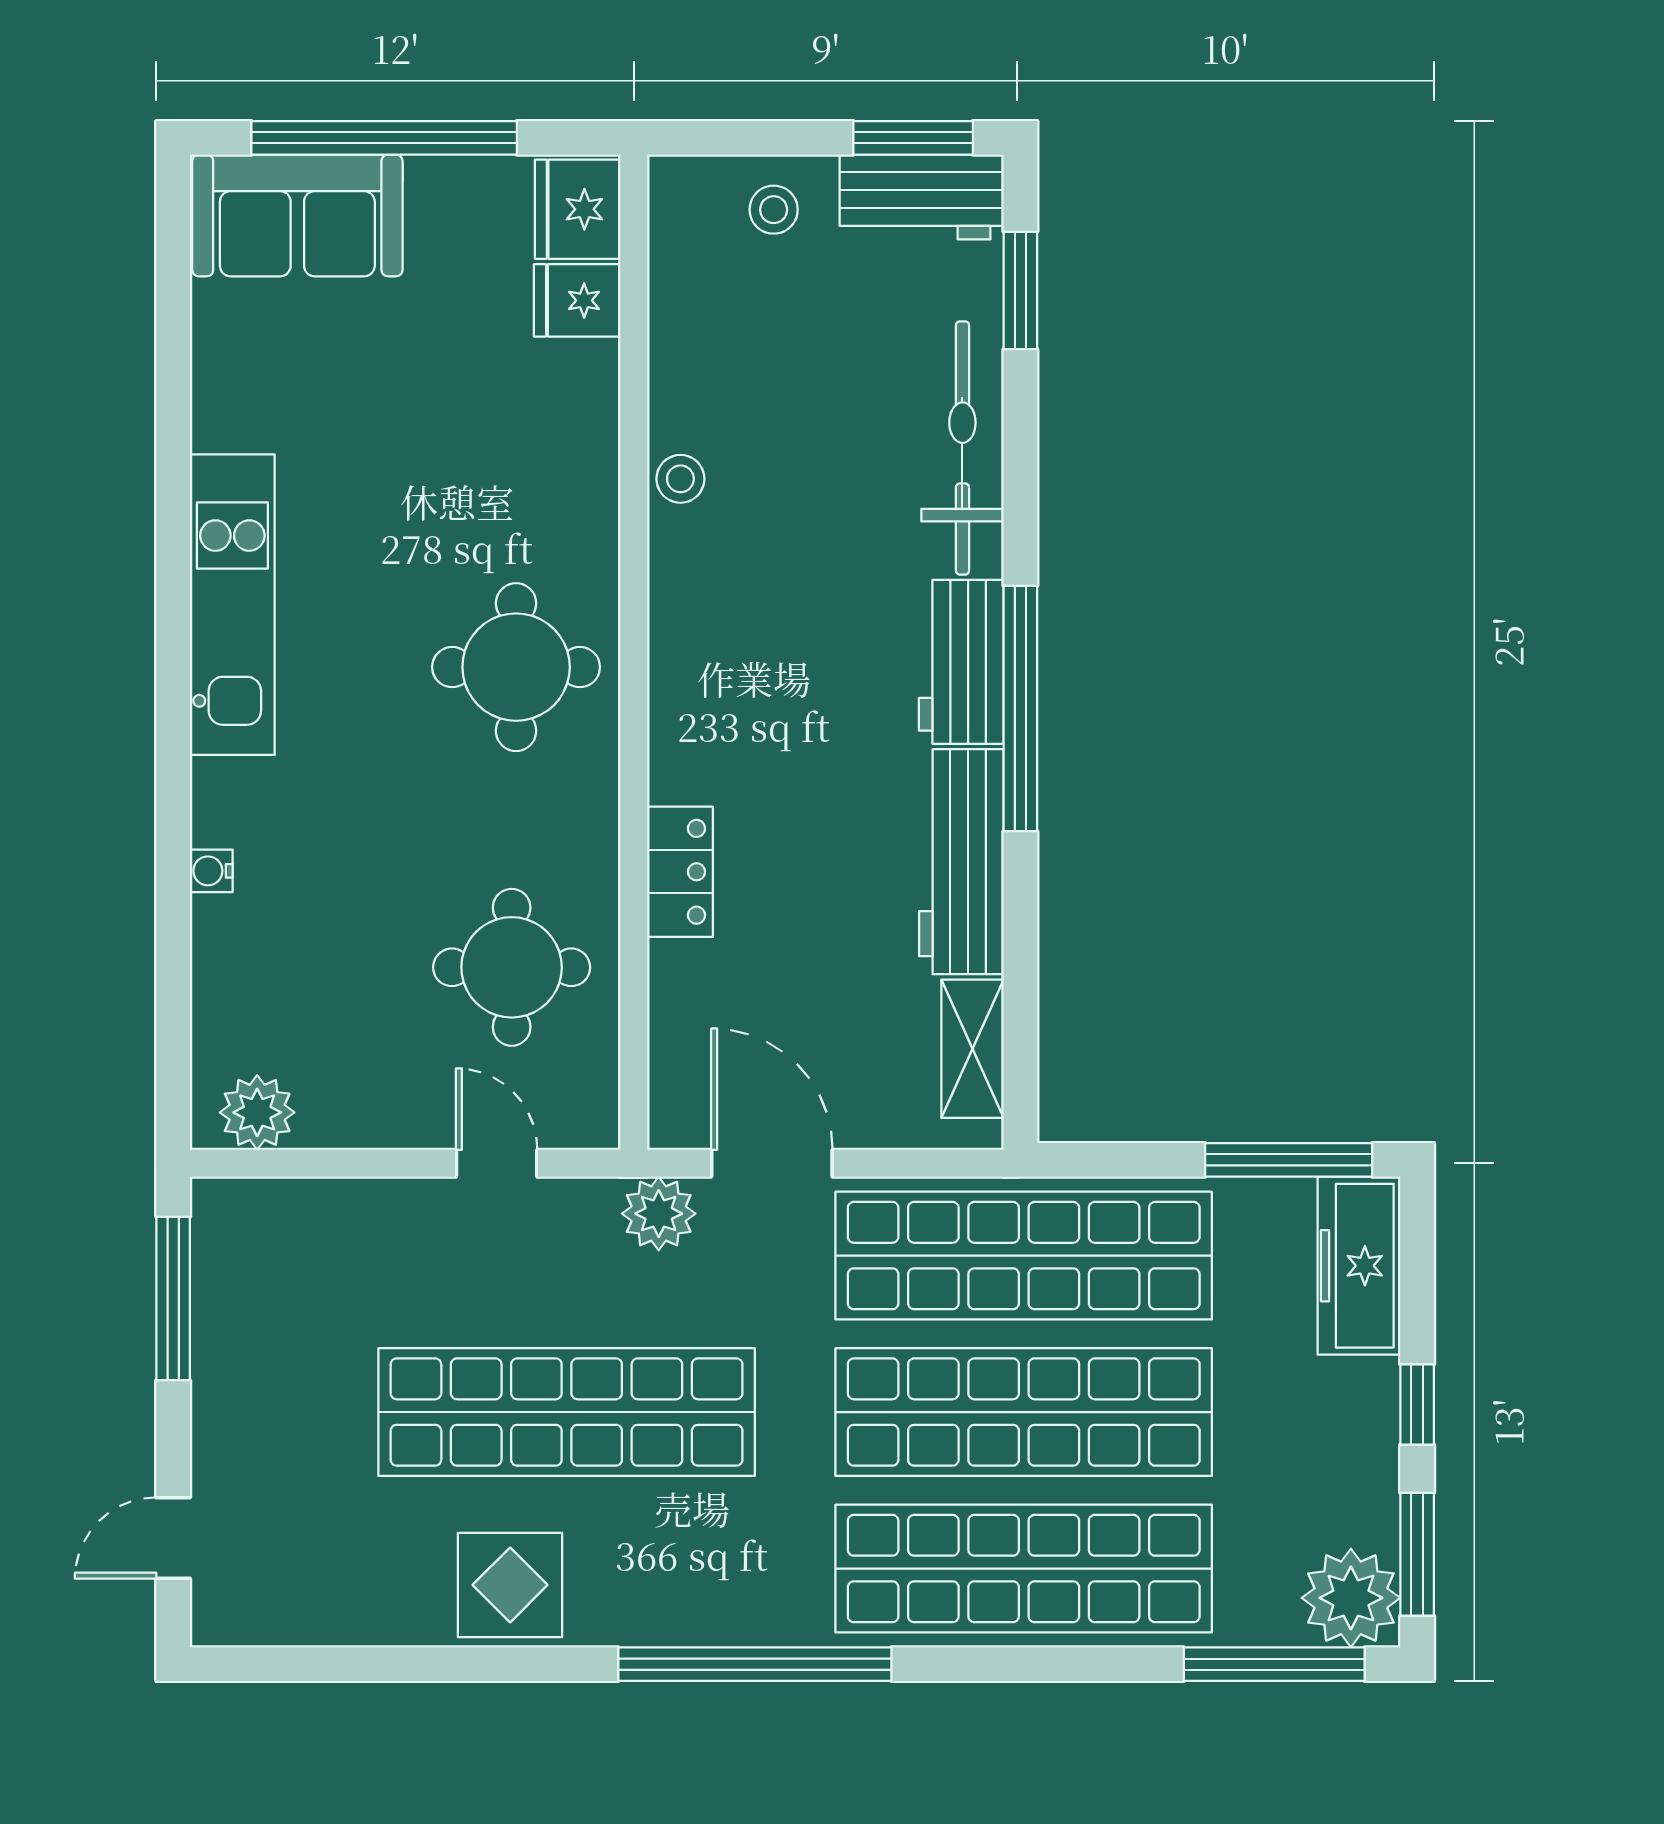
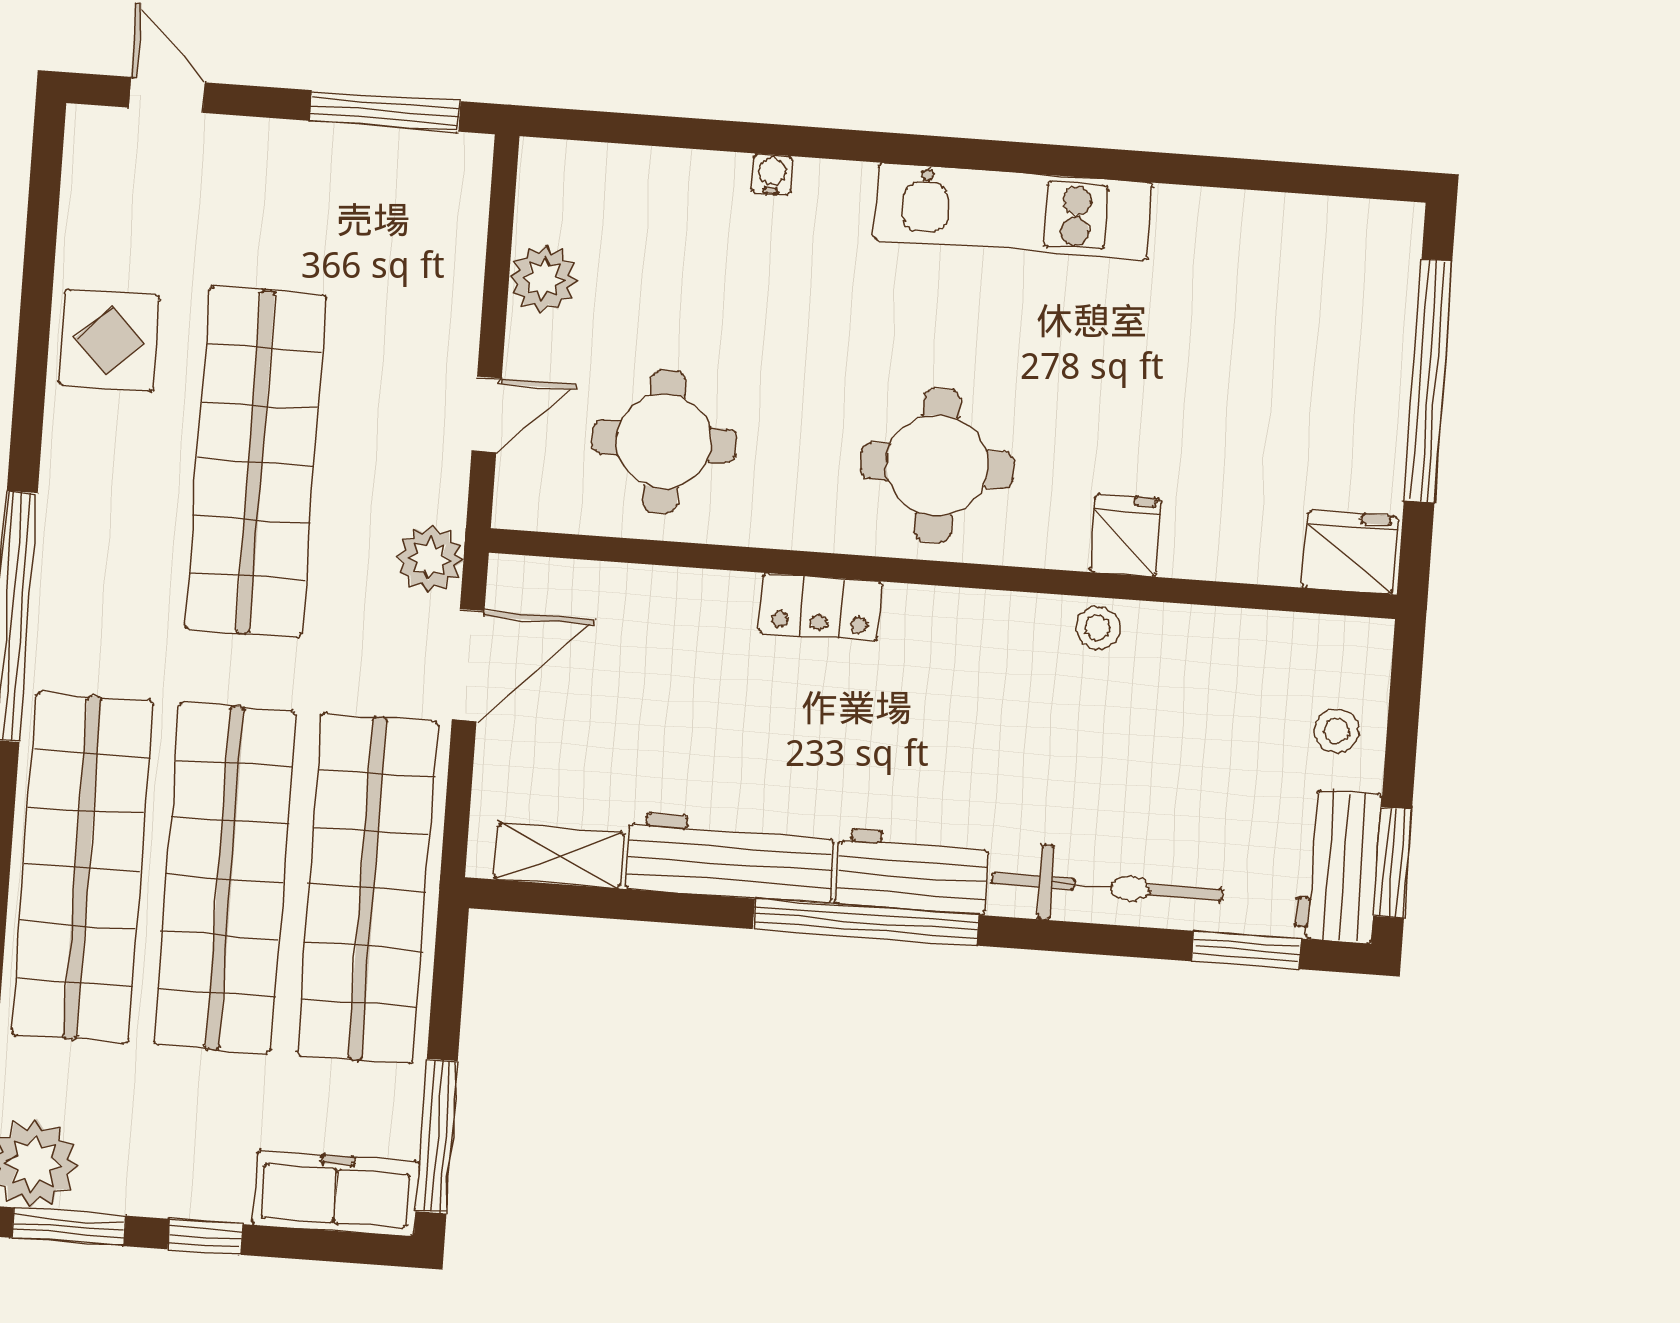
sofa: (297, 215) -> (1363, 297), removed
fridge: (577, 300) -> (1126, 535), moved
locker: (680, 872) -> (820, 607), moved
plant: (257, 1112) -> (543, 279), moved
display table: (510, 1585) -> (109, 340), moved

